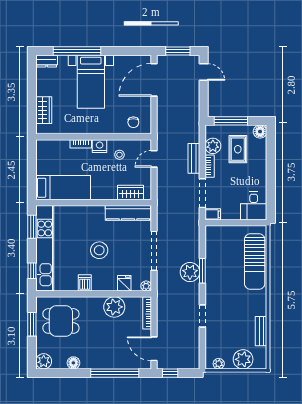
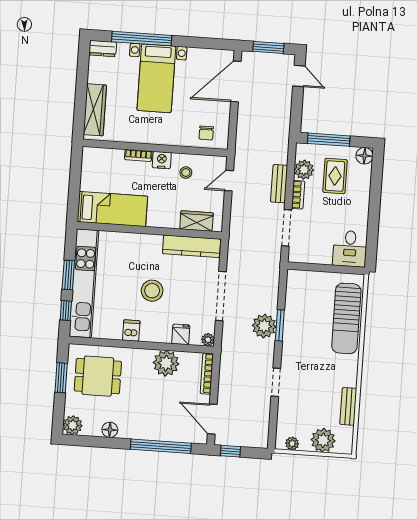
wardrobe: (44, 110) -> (95, 110), width x1.50
filing cabinet: (213, 214) -> (298, 256), removed
window: (32, 227) -> (68, 275), moved

